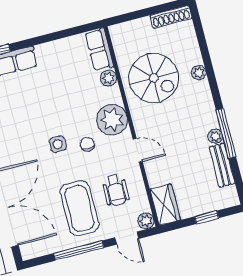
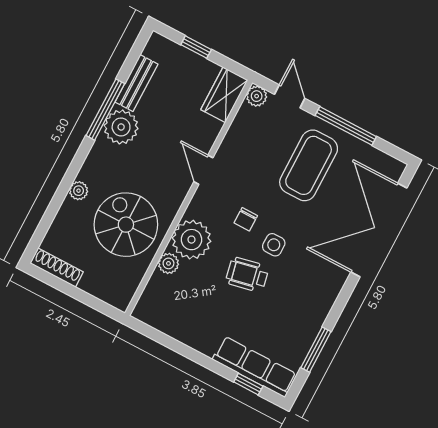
row of seats: (99, 49) -> (152, 298), removed
plant: (112, 120) -> (191, 240), moved
plant: (215, 136) -> (121, 127), width x1.88, depth x1.88
wheelchair: (116, 190) -> (247, 275), moved, turned -102

